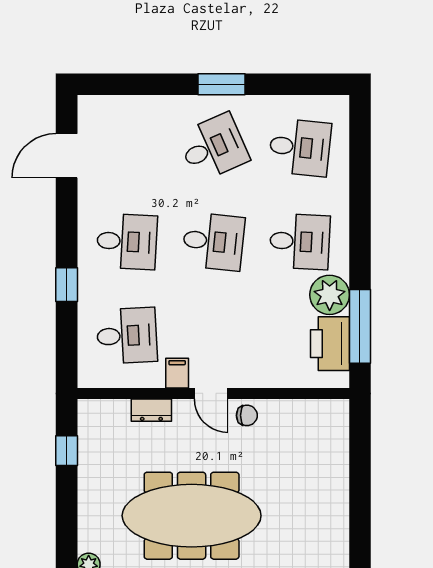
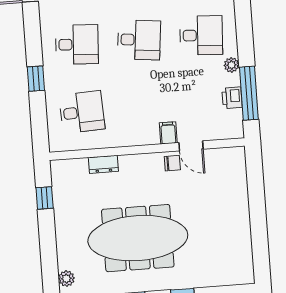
plant: (330, 295) -> (231, 65), width x0.53, depth x0.53
printer: (330, 344) -> (232, 98), width x0.53, depth x0.68
filing cabinet: (177, 373) -> (168, 133), moved
door: (211, 393) -> (191, 146), moved

